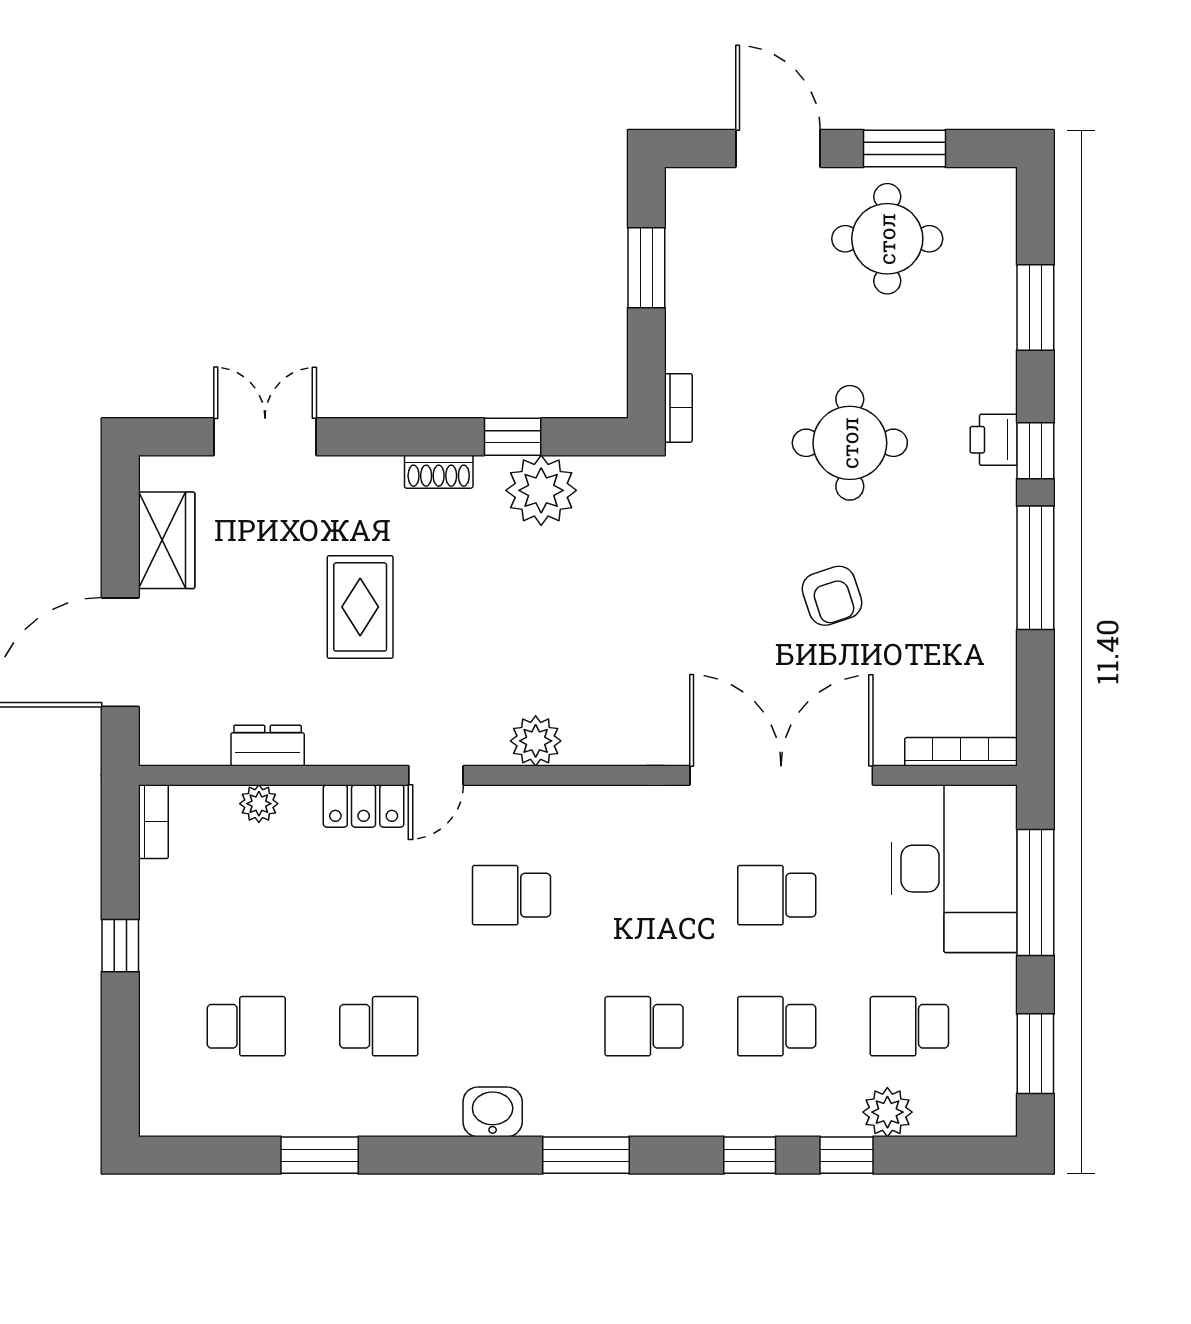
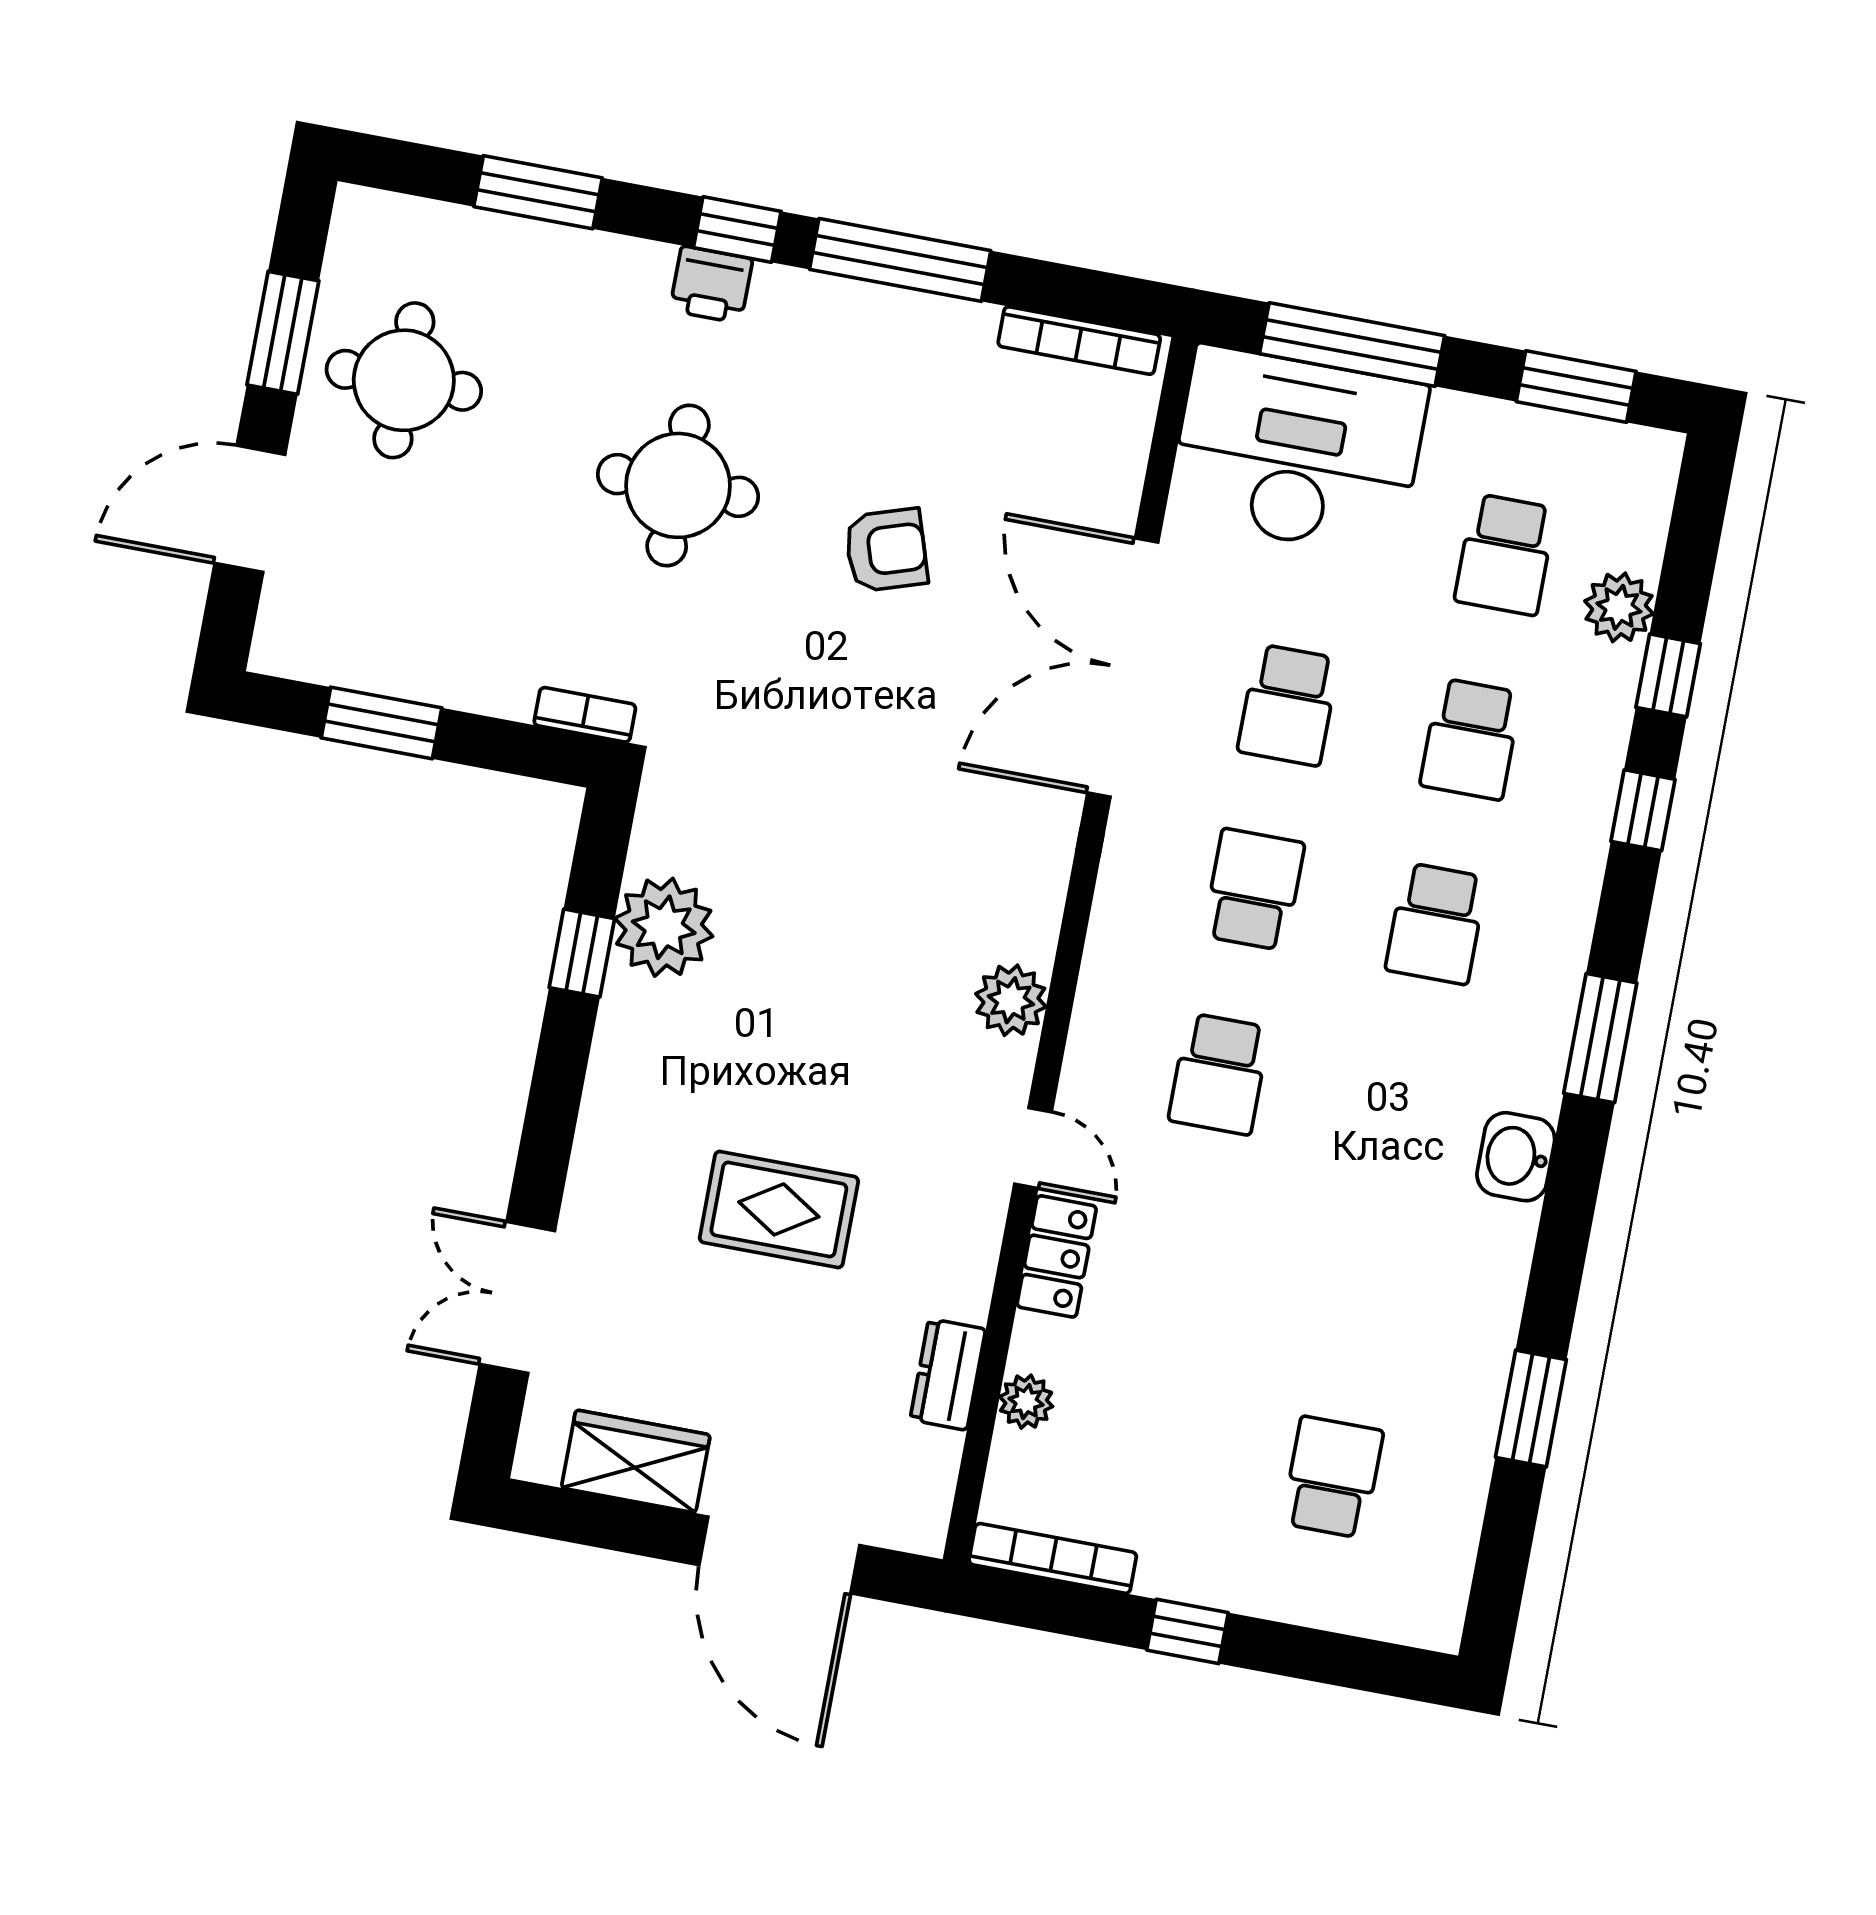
shoe rack: (439, 472) -> (611, 1065), removed
bookcase: (961, 752) -> (1079, 340), moved, turned -90
bookcase: (153, 822) -> (1053, 1558), width x1.56
school desk: (379, 1026) -> (1254, 889), moved

